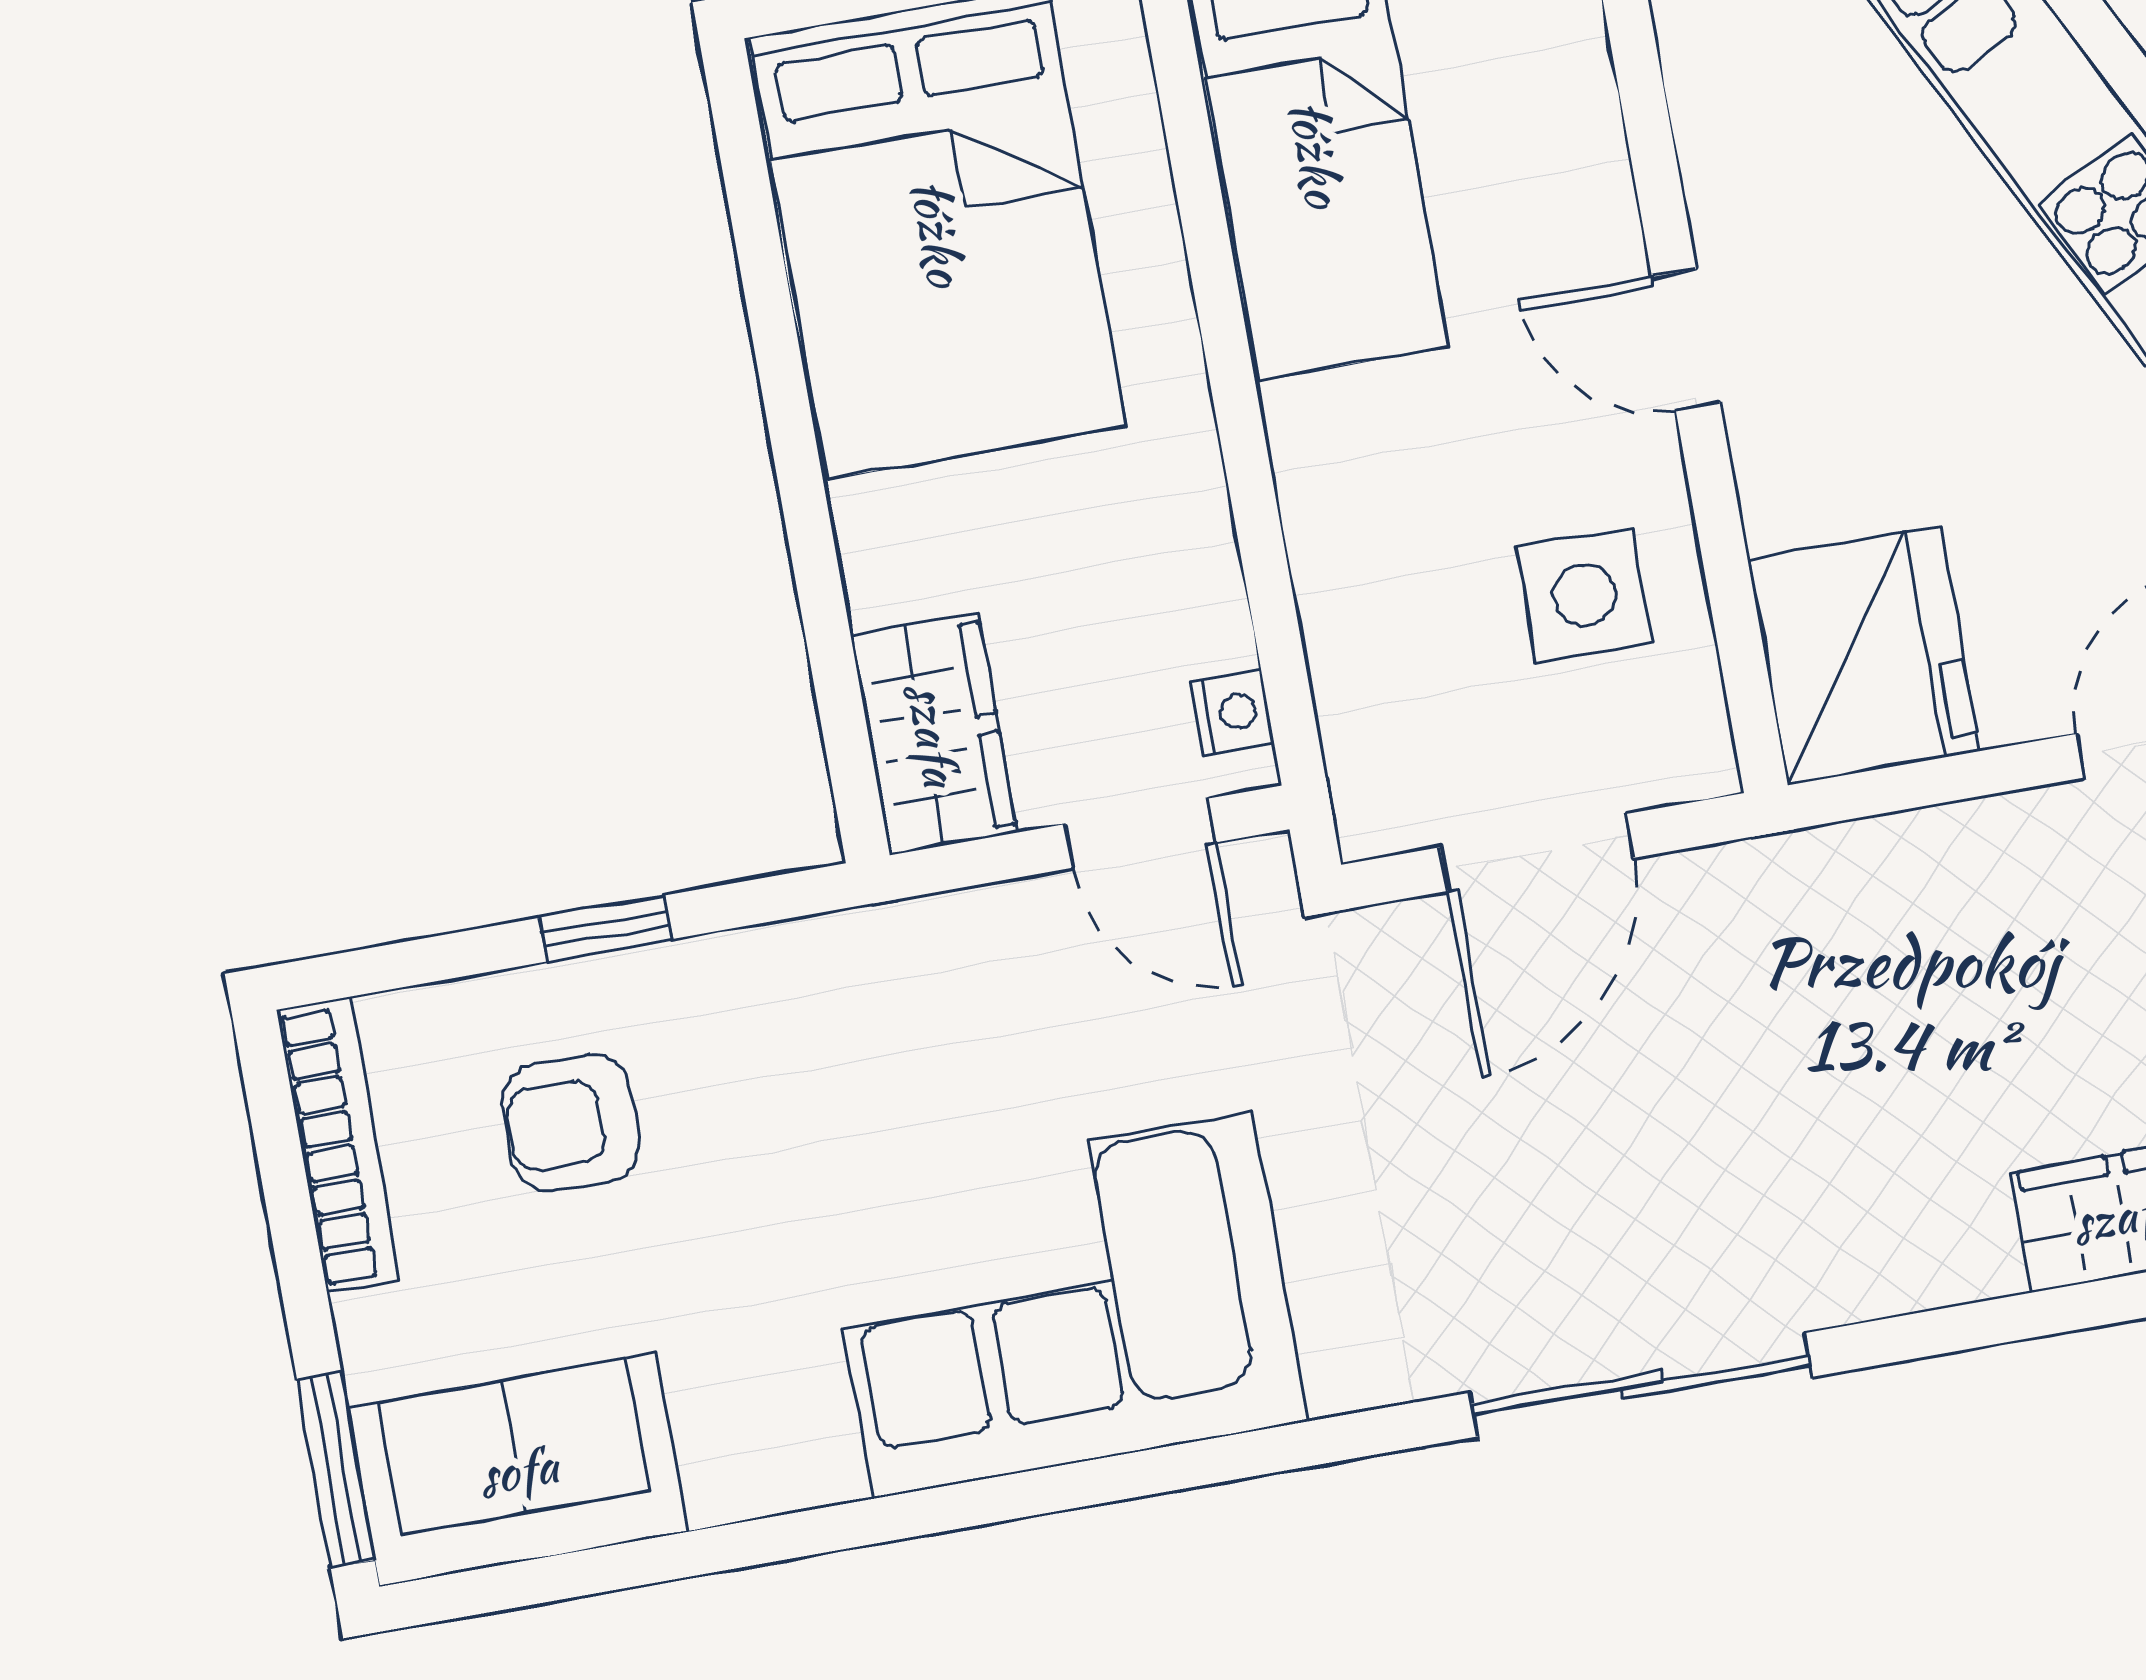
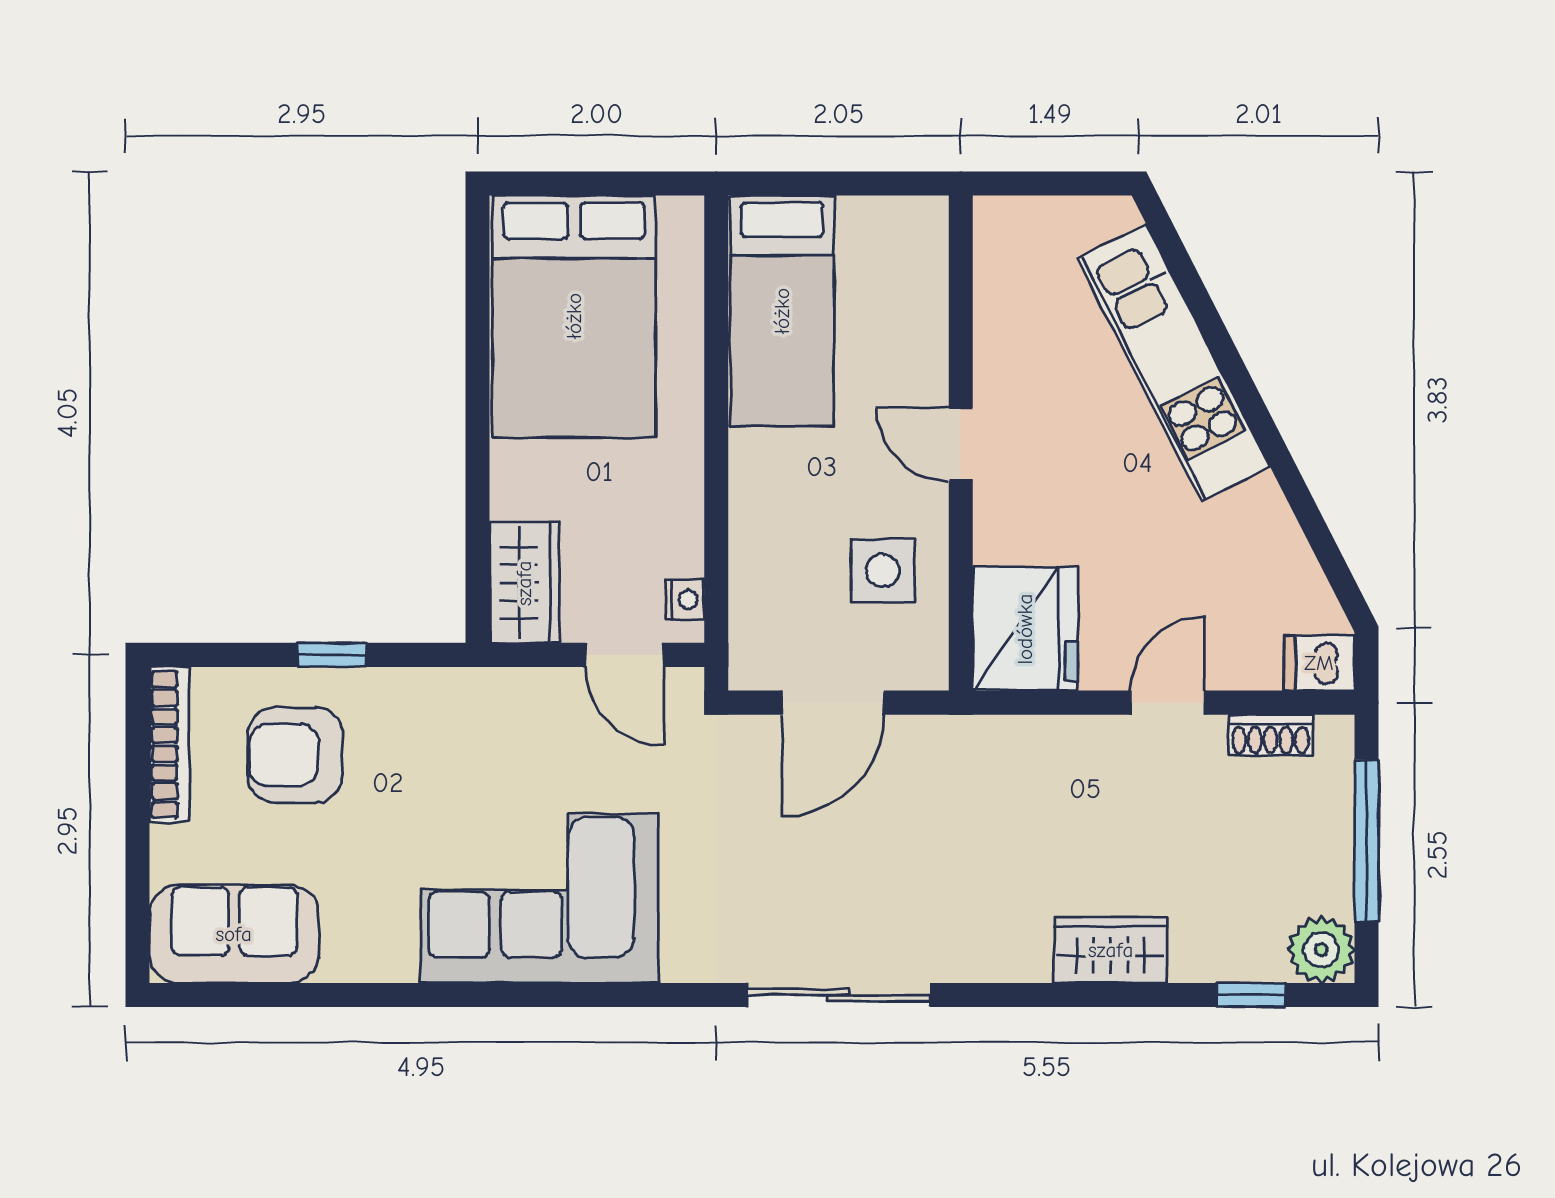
armchair: (571, 1123) -> (295, 755), width x1.38, depth x1.38
window: (336, 1470) -> (137, 917), removed

